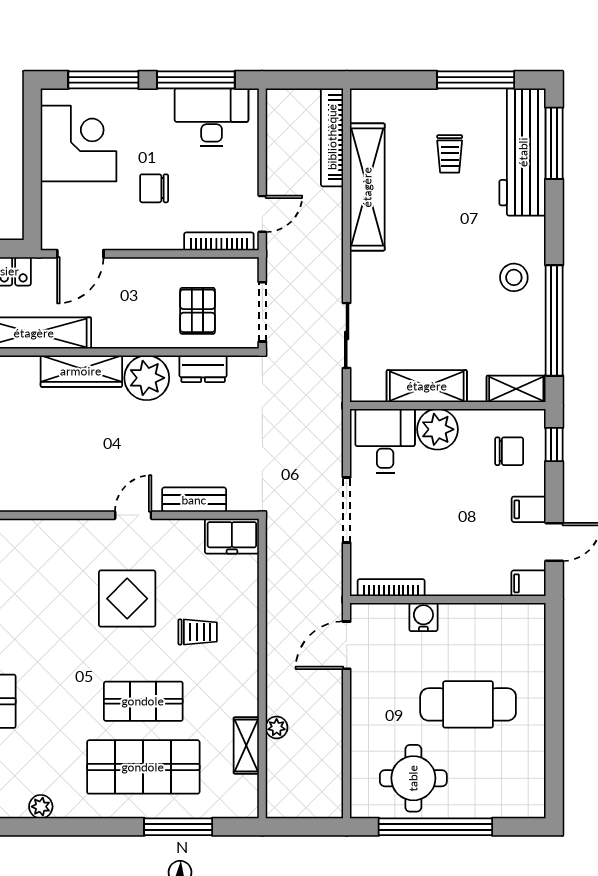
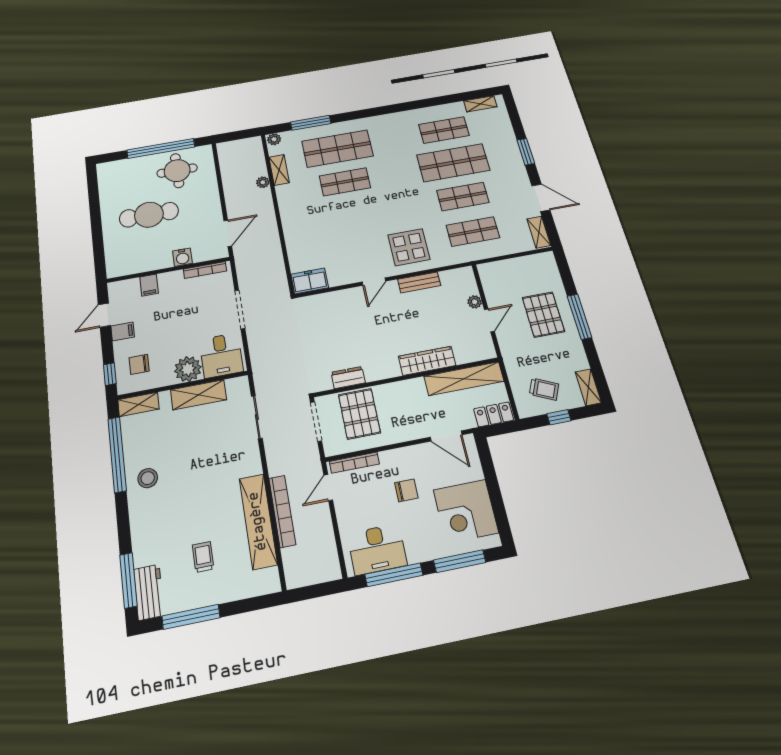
bookcase: (332, 137) -> (282, 511), moved
workbench: (523, 152) -> (149, 592), width x0.53, depth x0.76
door: (80, 254) -> (446, 436), swing flipped
pallet: (198, 311) -> (359, 414), width x1.50, depth x1.42
plant: (147, 378) -> (384, 365), removed
bench: (194, 500) -> (419, 282), moved
filing cabinet: (529, 583) -> (149, 285), moved, turned 90
display table: (127, 599) -> (409, 247), moved
trolley: (198, 632) -> (320, 224), removed
plant: (41, 807) -> (274, 139), moved

